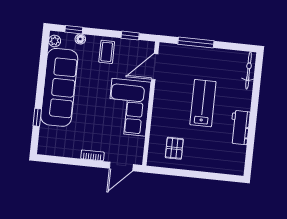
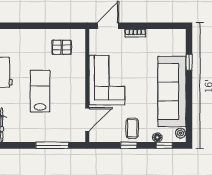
window: (130, 36) -> (129, 145), moved
lab bench: (203, 103) -> (40, 91), turned 180
pallet: (174, 148) -> (62, 47), turned 90

